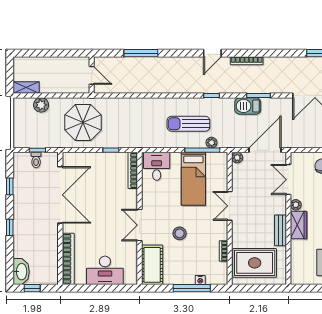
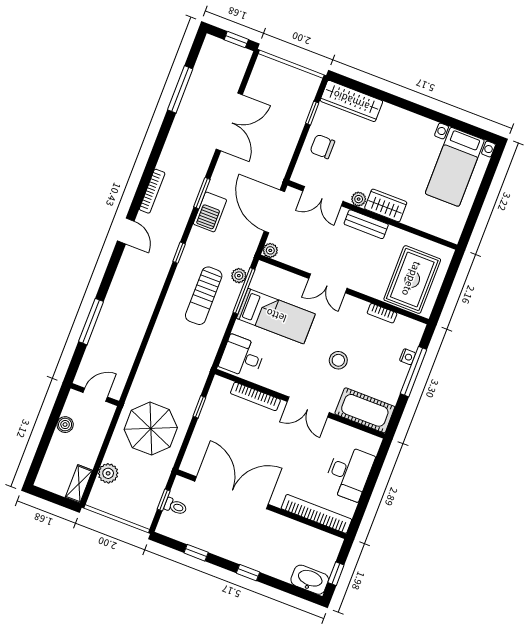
boiler: (63, 62) -> (65, 425), added
bookcase: (133, 170) -> (255, 396), moved
bench: (280, 230) -> (366, 224), moved

